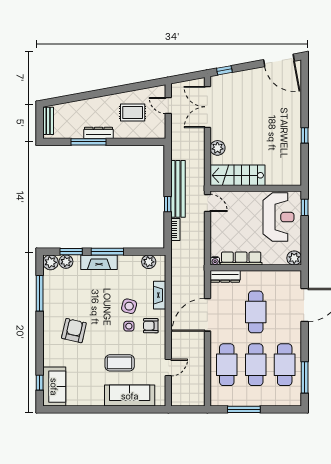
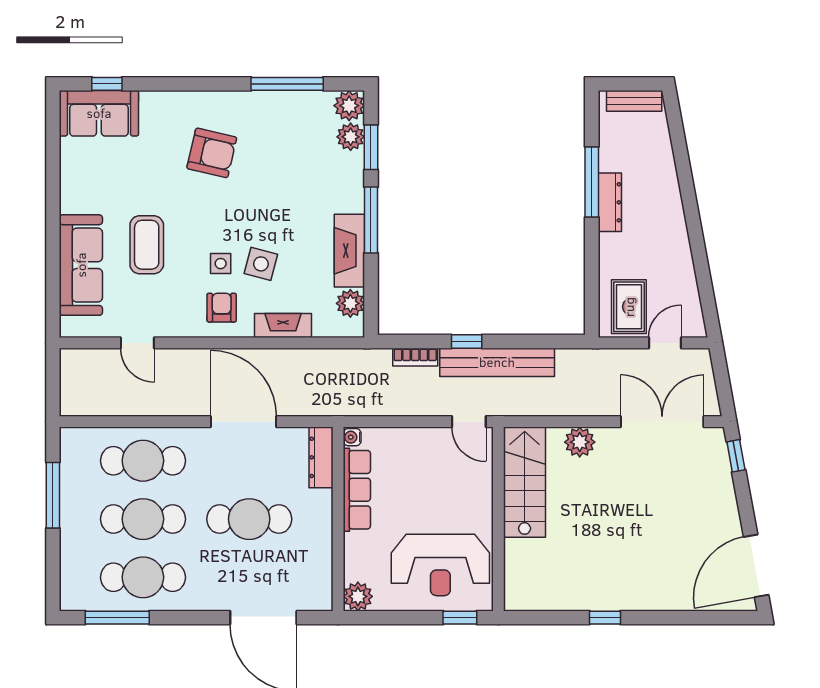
rug: (133, 113) -> (629, 307), moved
door: (207, 203) -> (469, 422), hinge flipped
fireplace: (99, 262) -> (349, 251), moved

